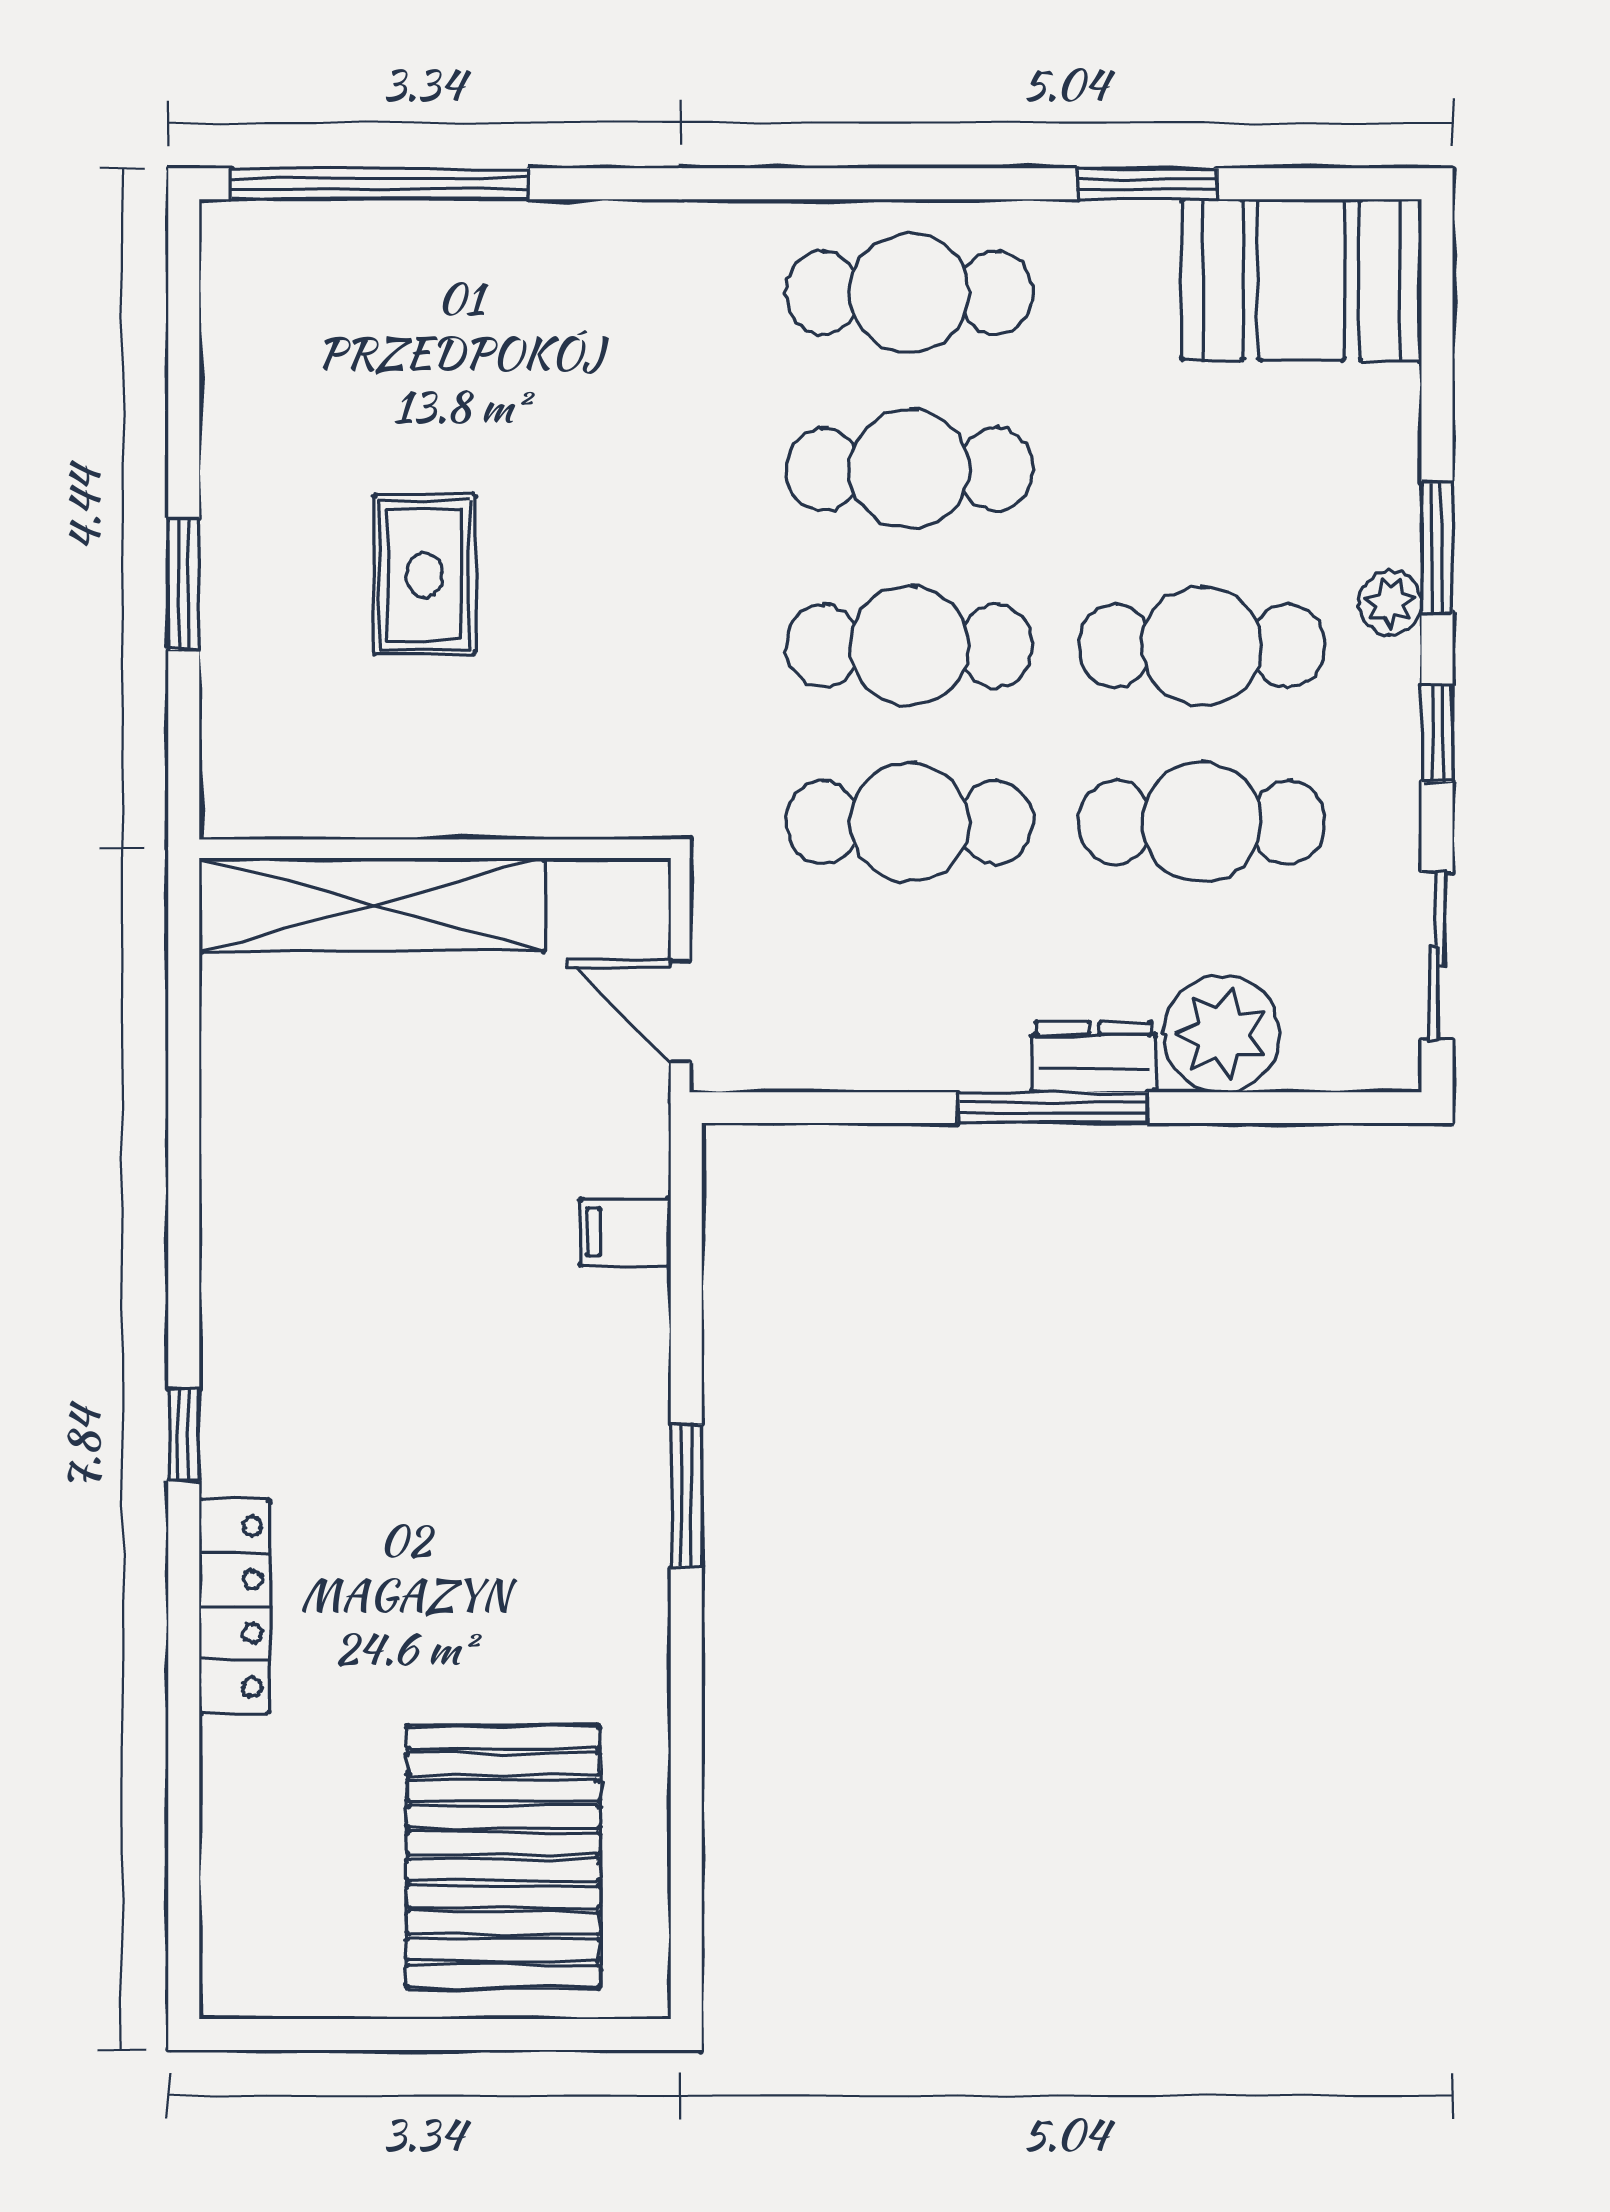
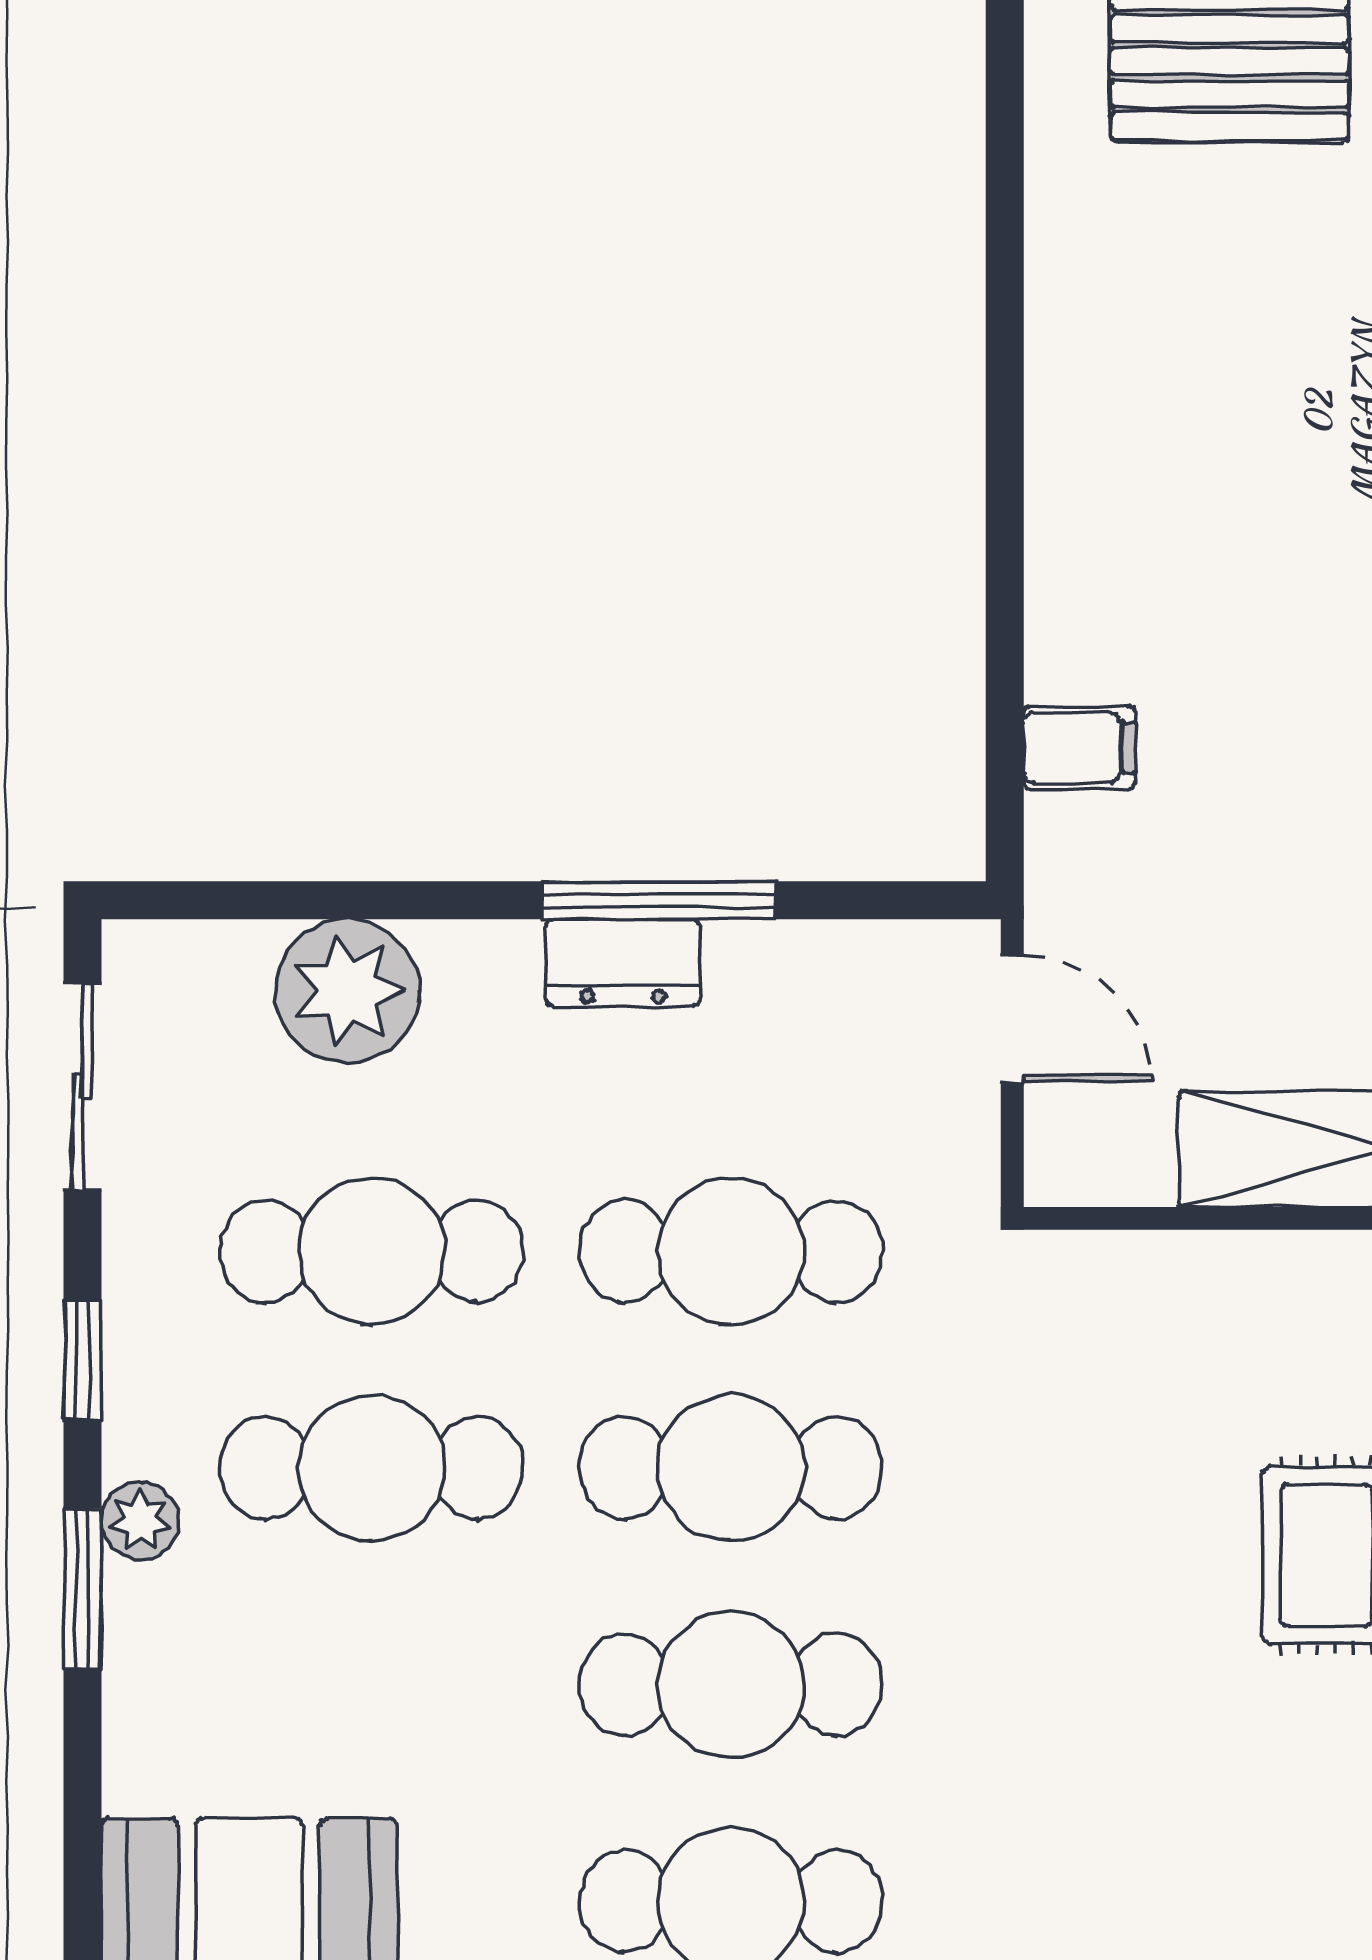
dresser: (1094, 1057) -> (623, 963), moved
window: (1053, 1108) -> (659, 900), moved
window: (686, 1496) -> (1005, 424), removed

